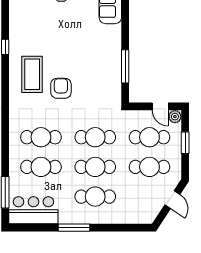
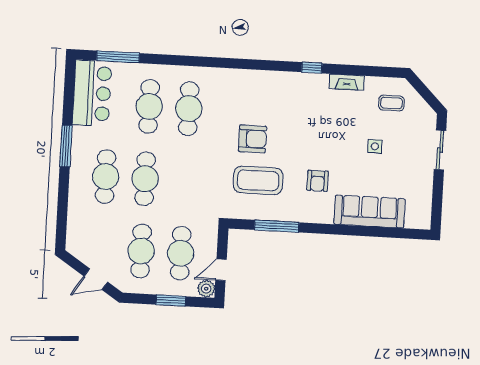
fireplace: (14, 20) -> (347, 82), added
armchair: (90, 38) -> (318, 181), added
coffee table: (32, 74) -> (258, 180), moved
cafe table: (95, 137) -> (185, 181), removed

